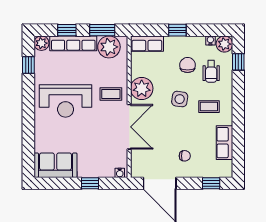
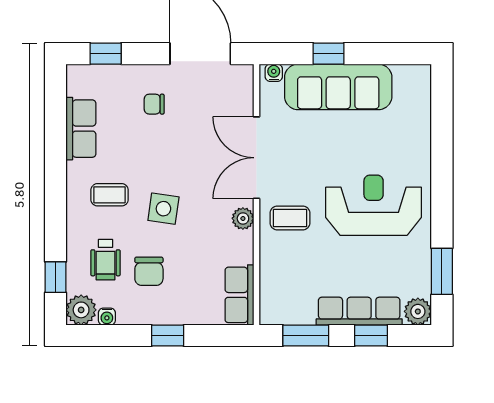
row of seats: (147, 44) -> (239, 295), moved, turned -90
plant: (109, 47) -> (294, 305), removed
window: (28, 65) -> (442, 271), width x1.50
wheelchair: (211, 71) -> (105, 260), turned 180
plant: (142, 88) -> (243, 218), width x0.53, depth x0.53
sofa: (56, 165) -> (338, 87), moved, width x1.36

